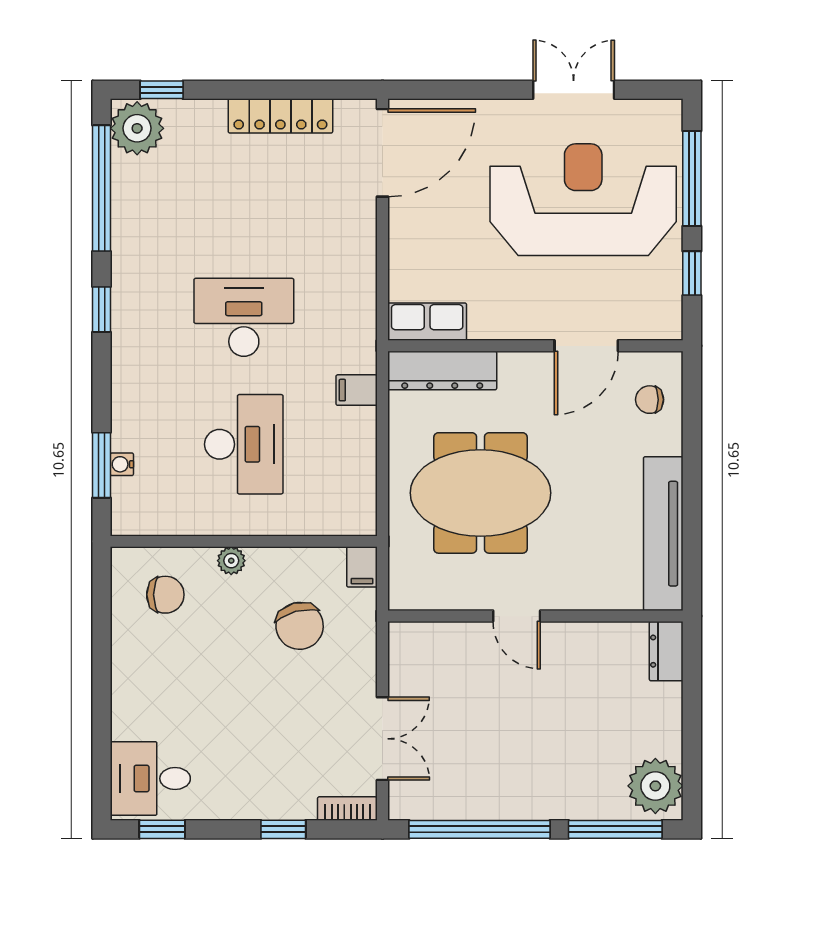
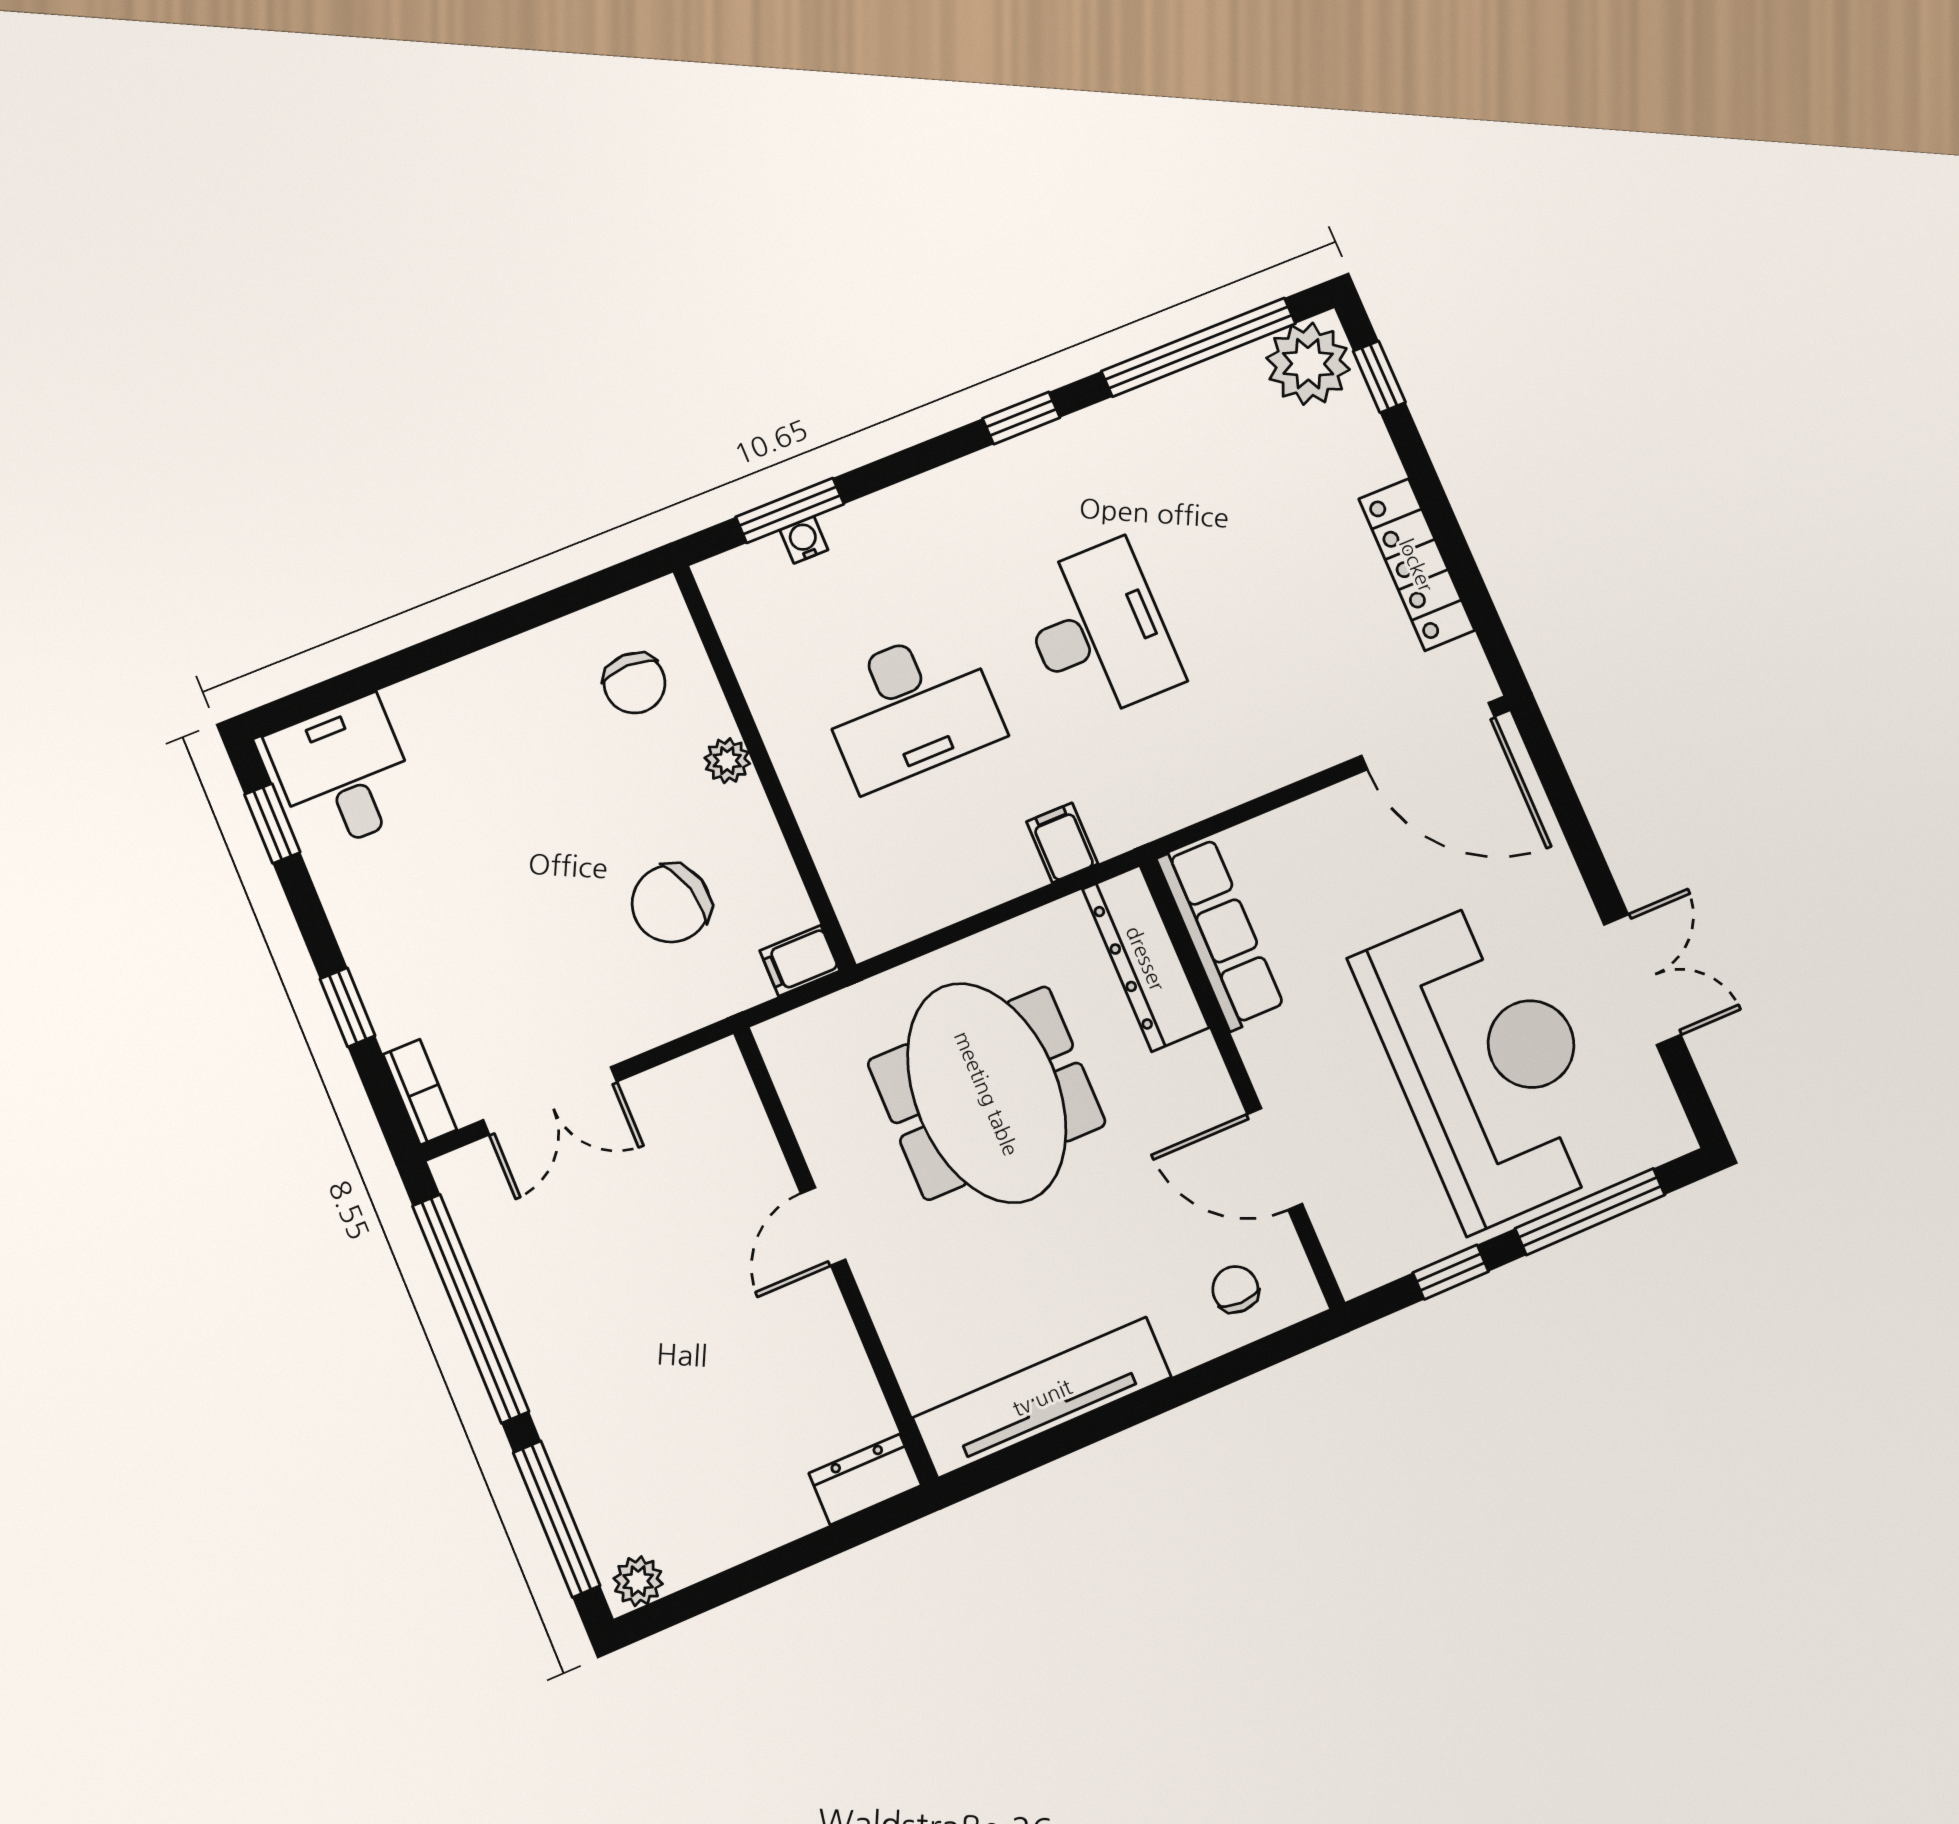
row of seats: (427, 322) -> (1221, 933), width x1.48
plant: (655, 786) -> (638, 1581), width x0.53, depth x0.53

